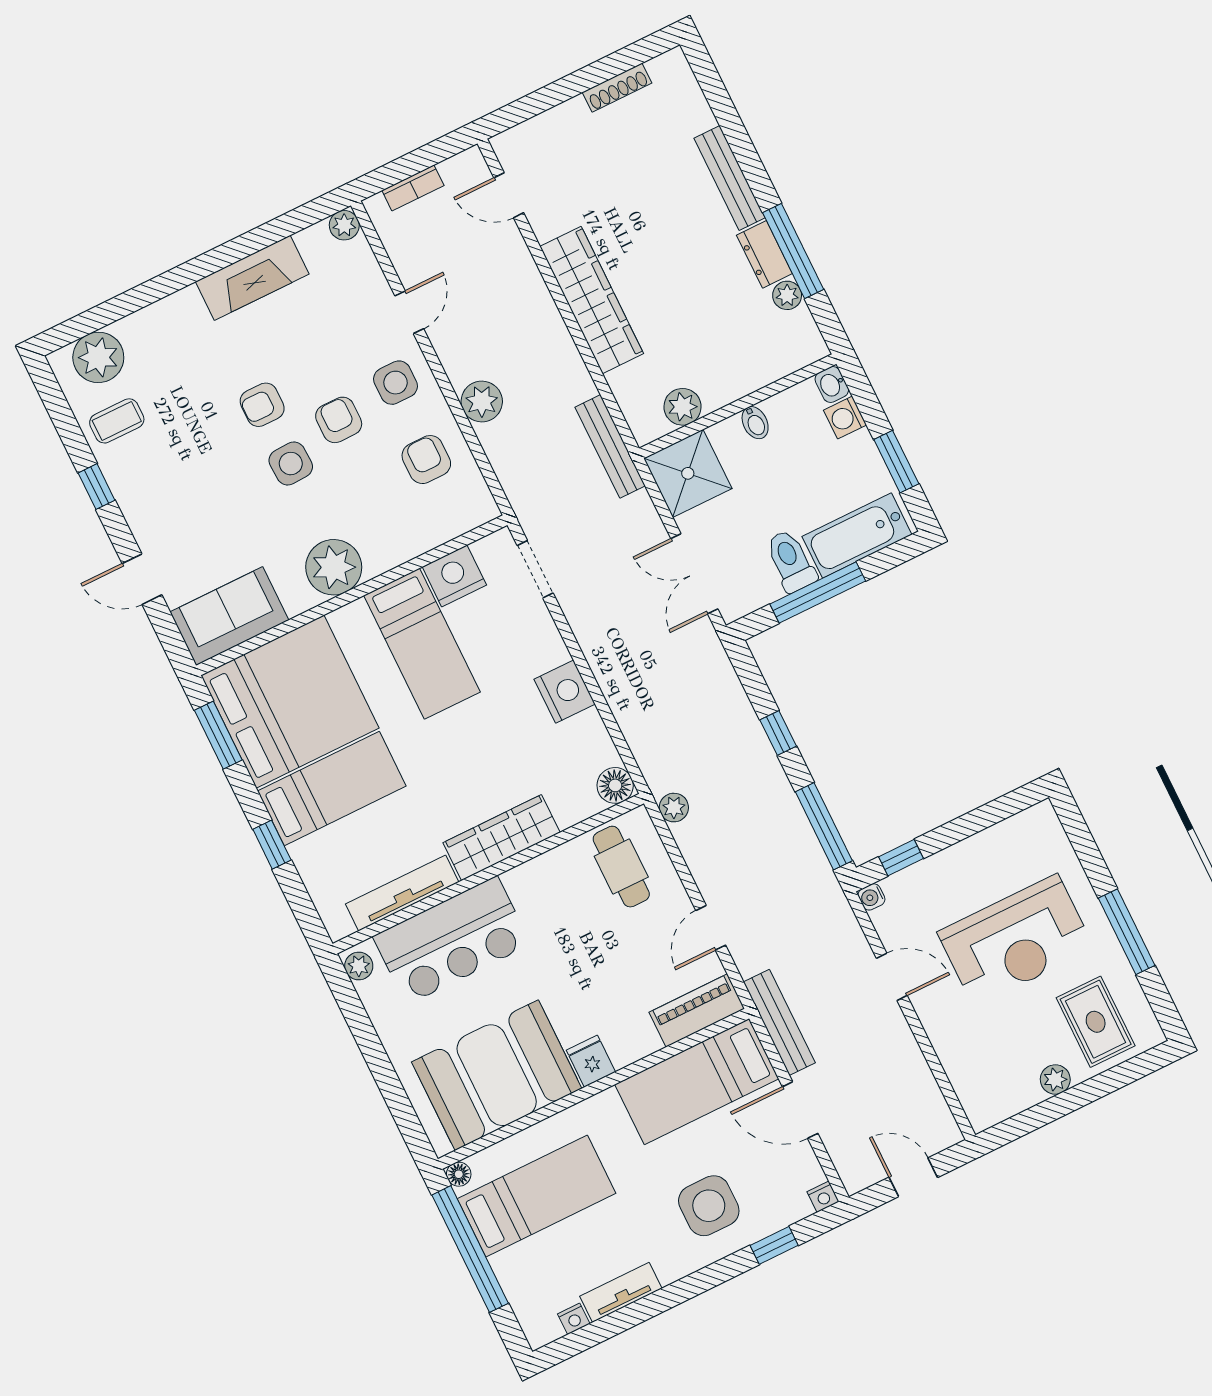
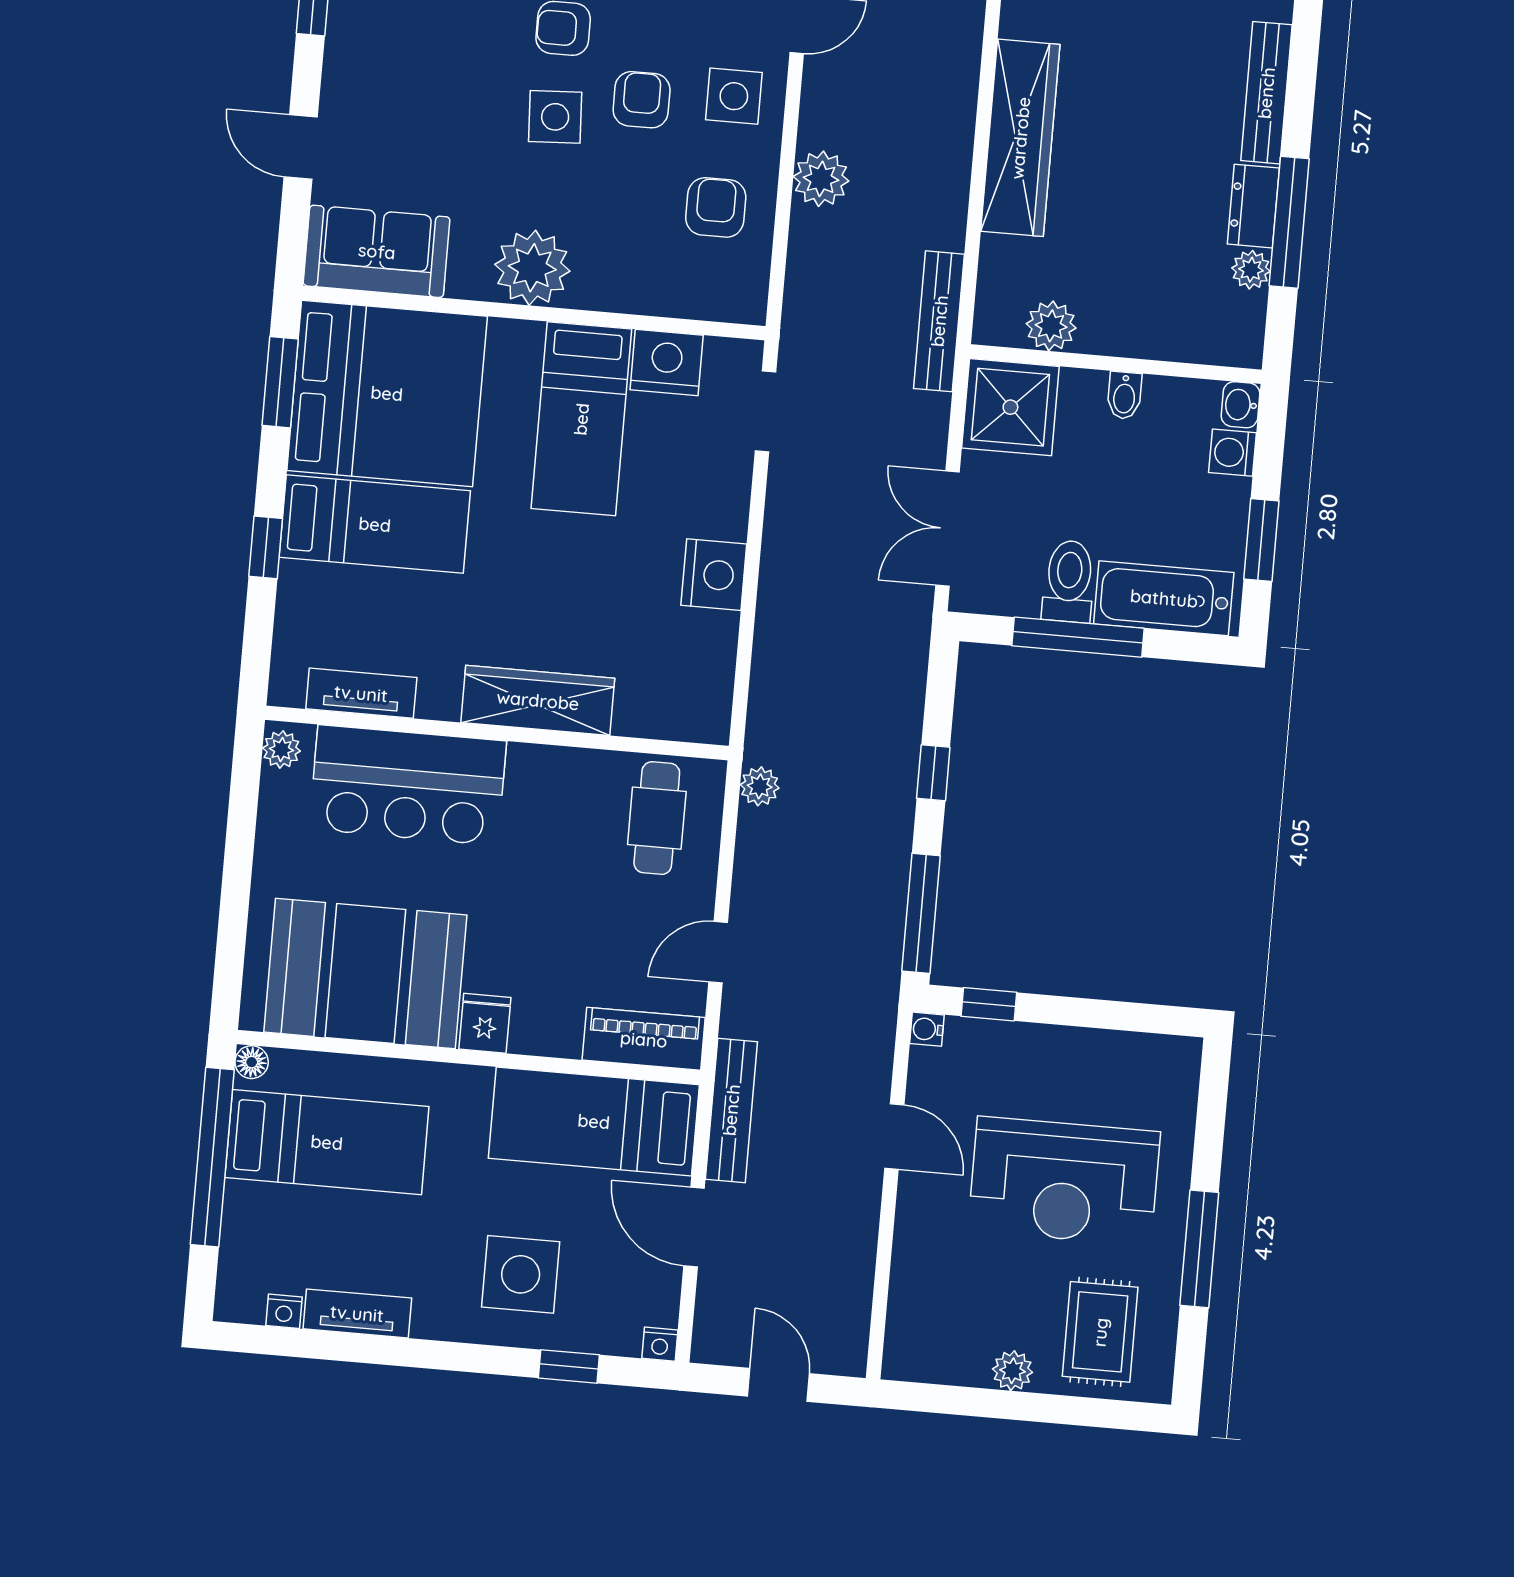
floor lamp: (615, 785) -> (707, 719), removed
tv unit: (402, 893) -> (361, 693), width x0.71

